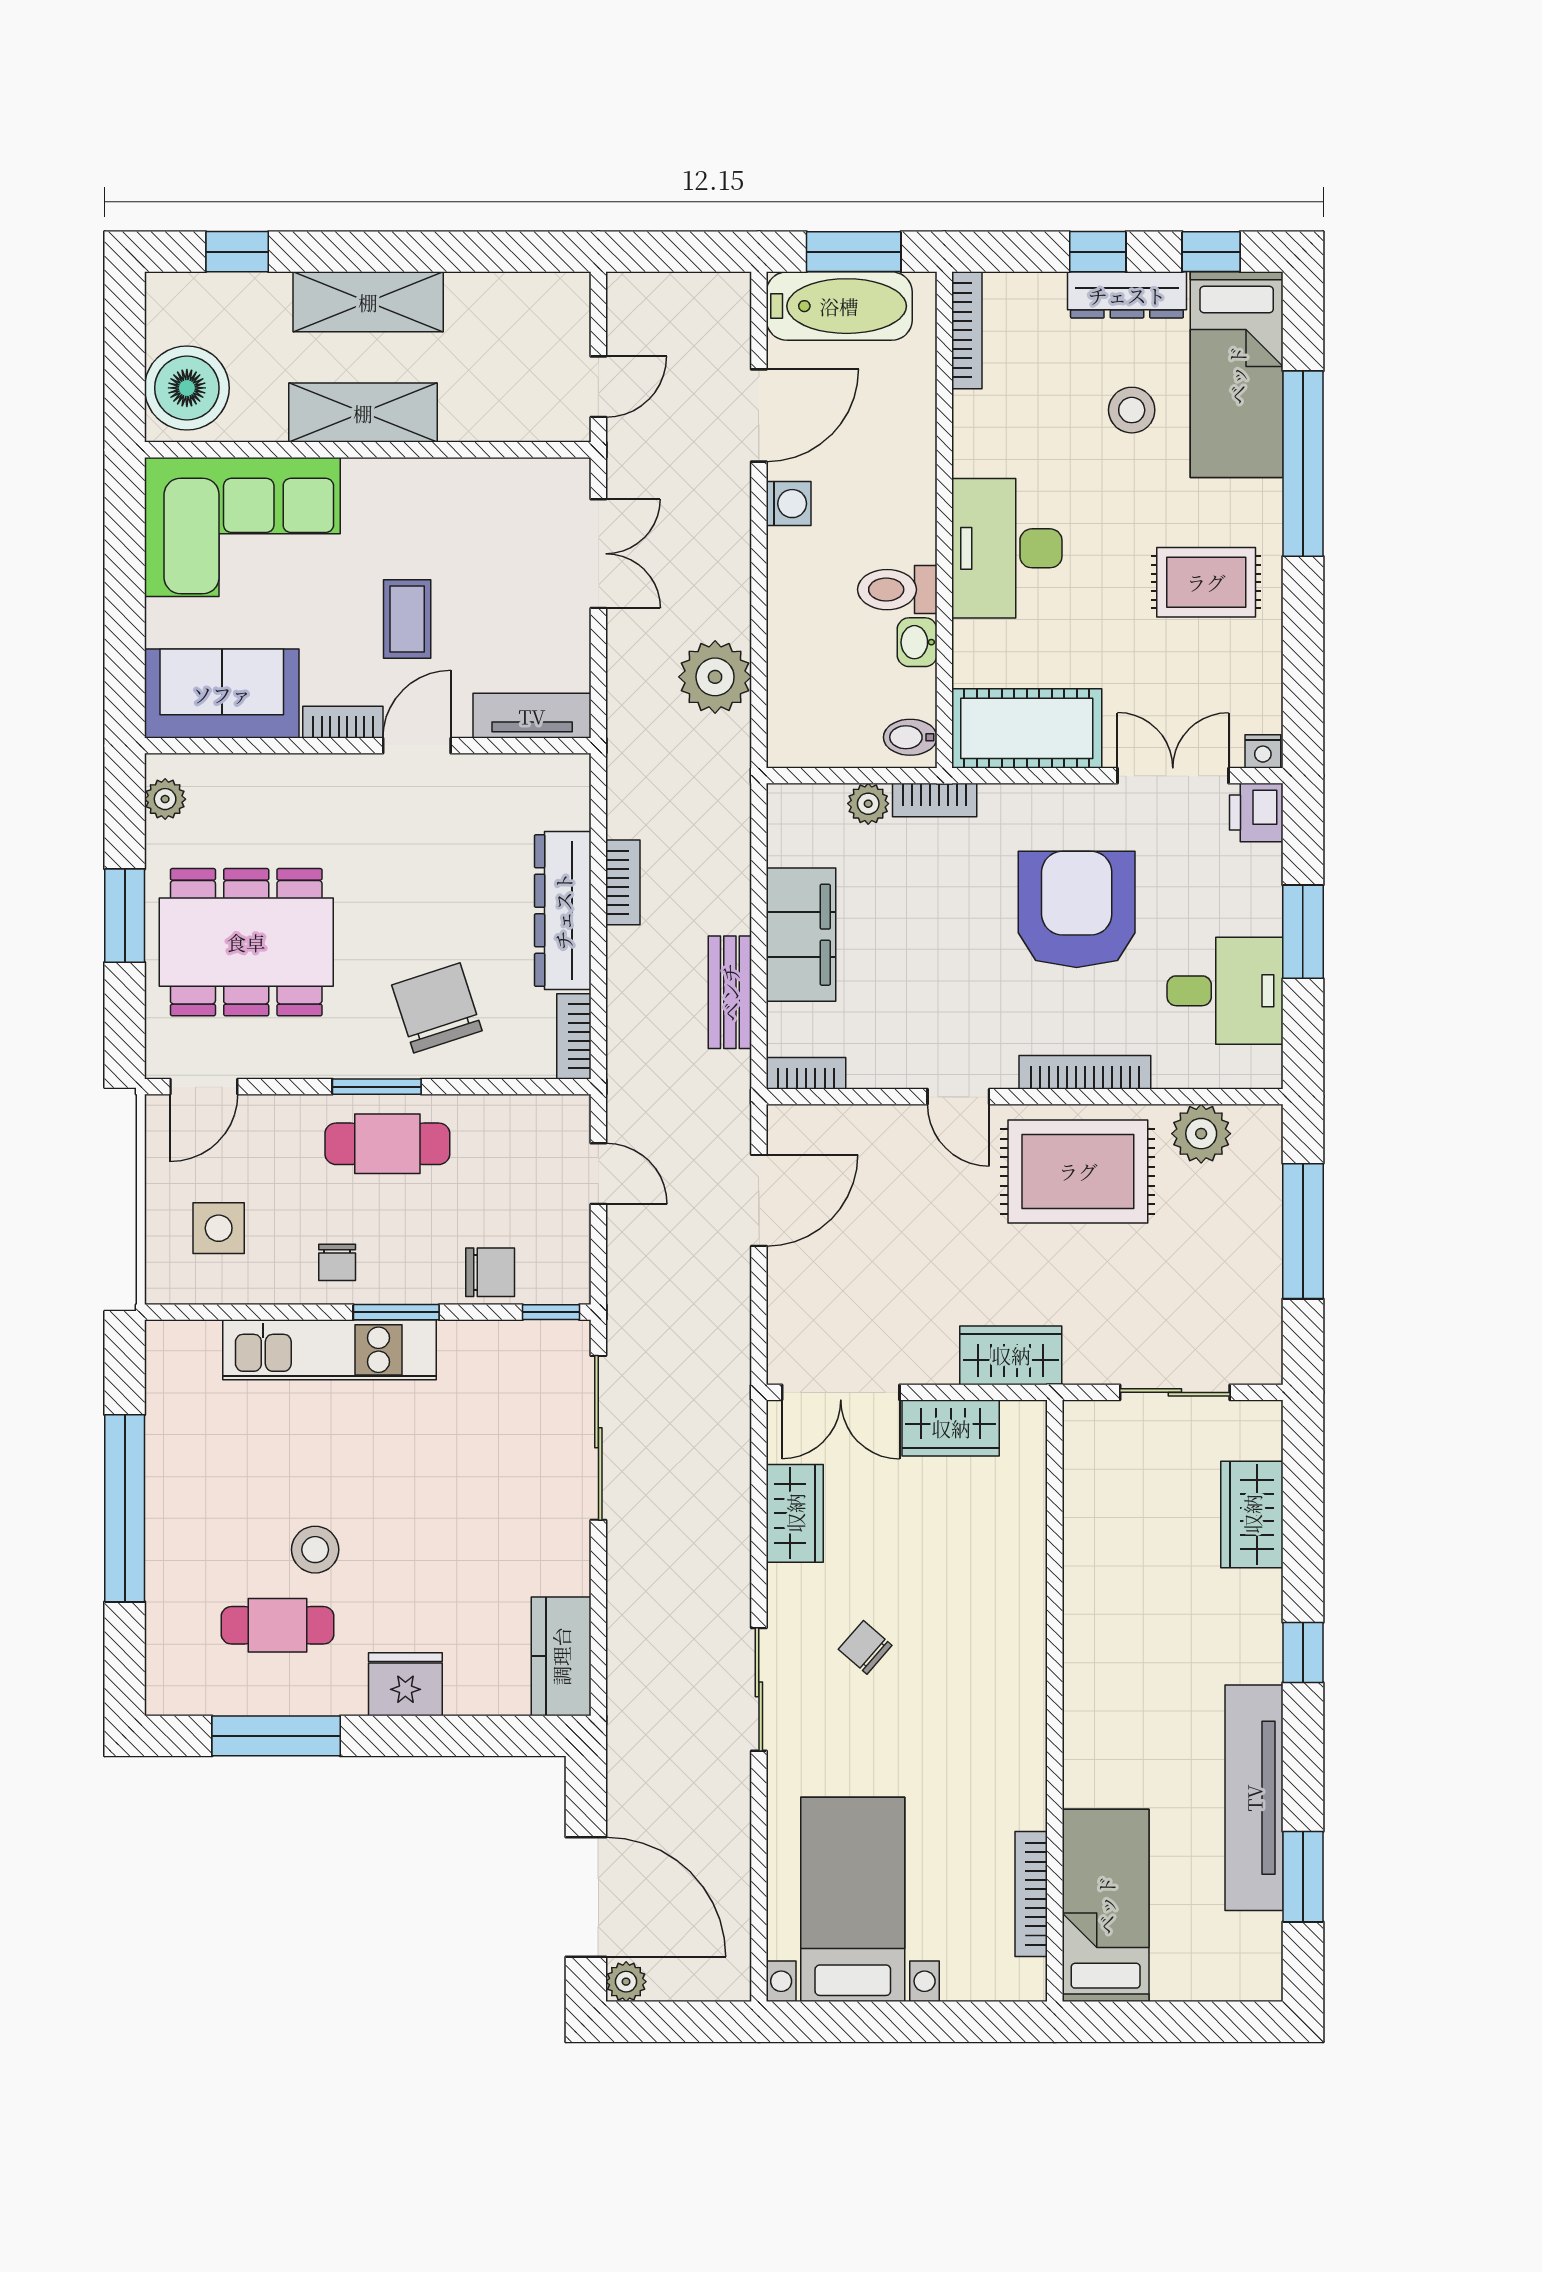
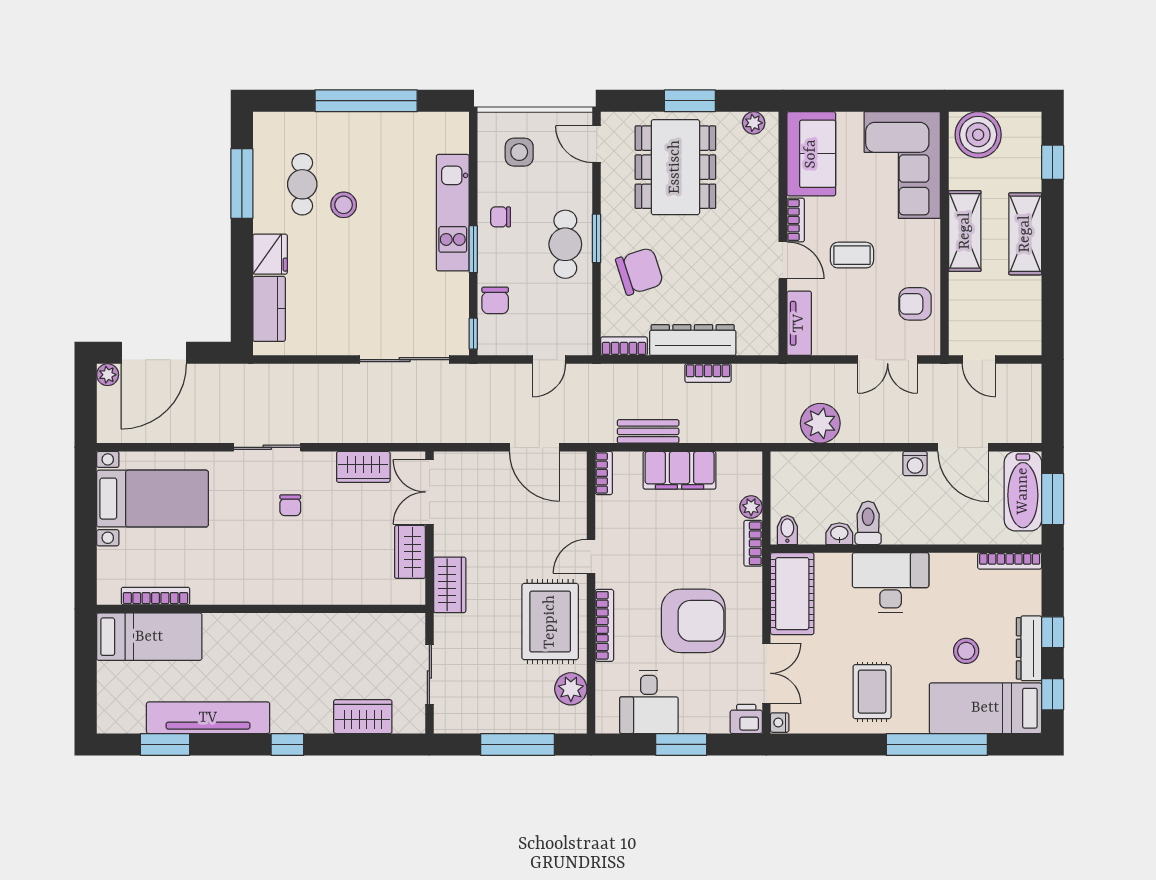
armchair: (496, 504) -> (915, 304), added
chair: (865, 1647) -> (290, 505), turned 139
kitchen counter: (561, 1656) -> (269, 309), moved, turned 90

